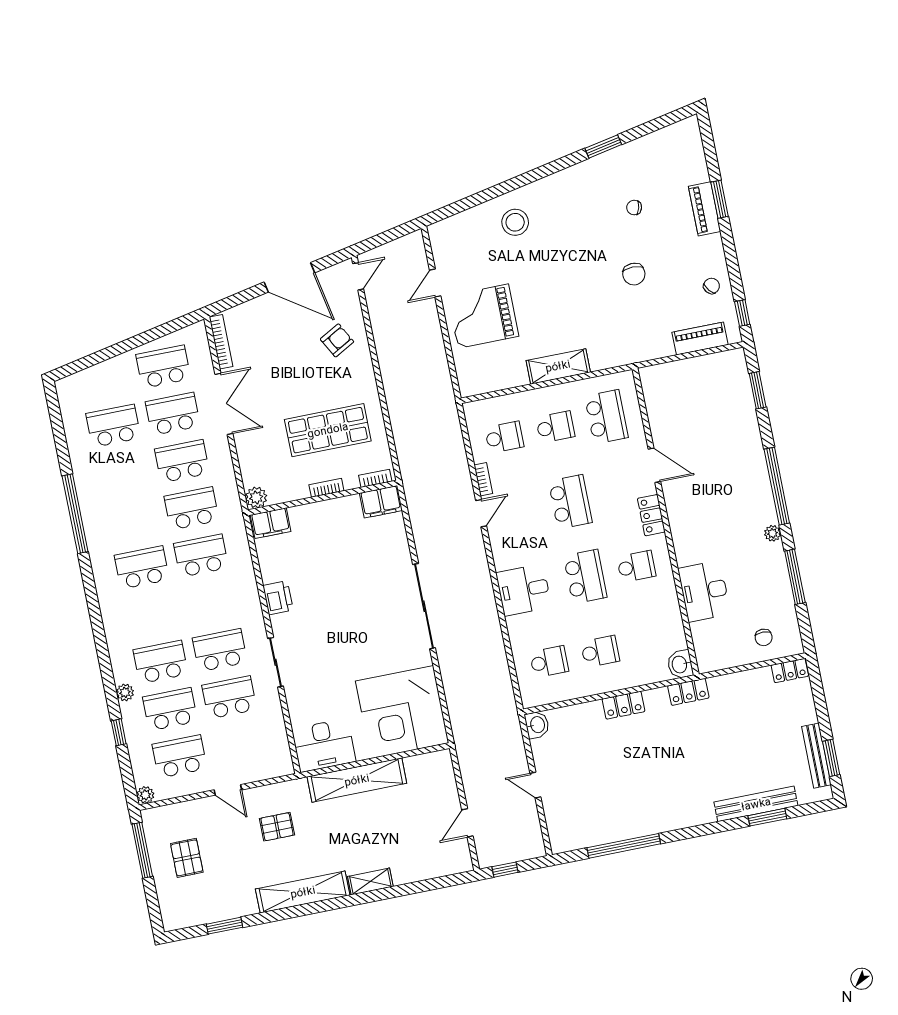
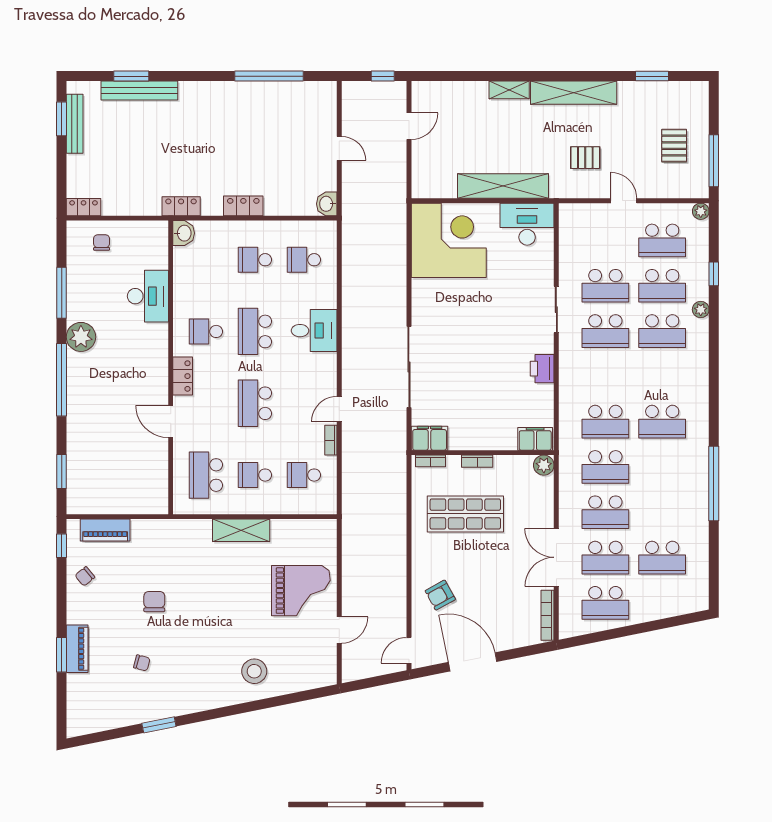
plant: (773, 533) -> (81, 337), width x1.87, depth x1.87
sliding door: (424, 606) -> (409, 367), moved

